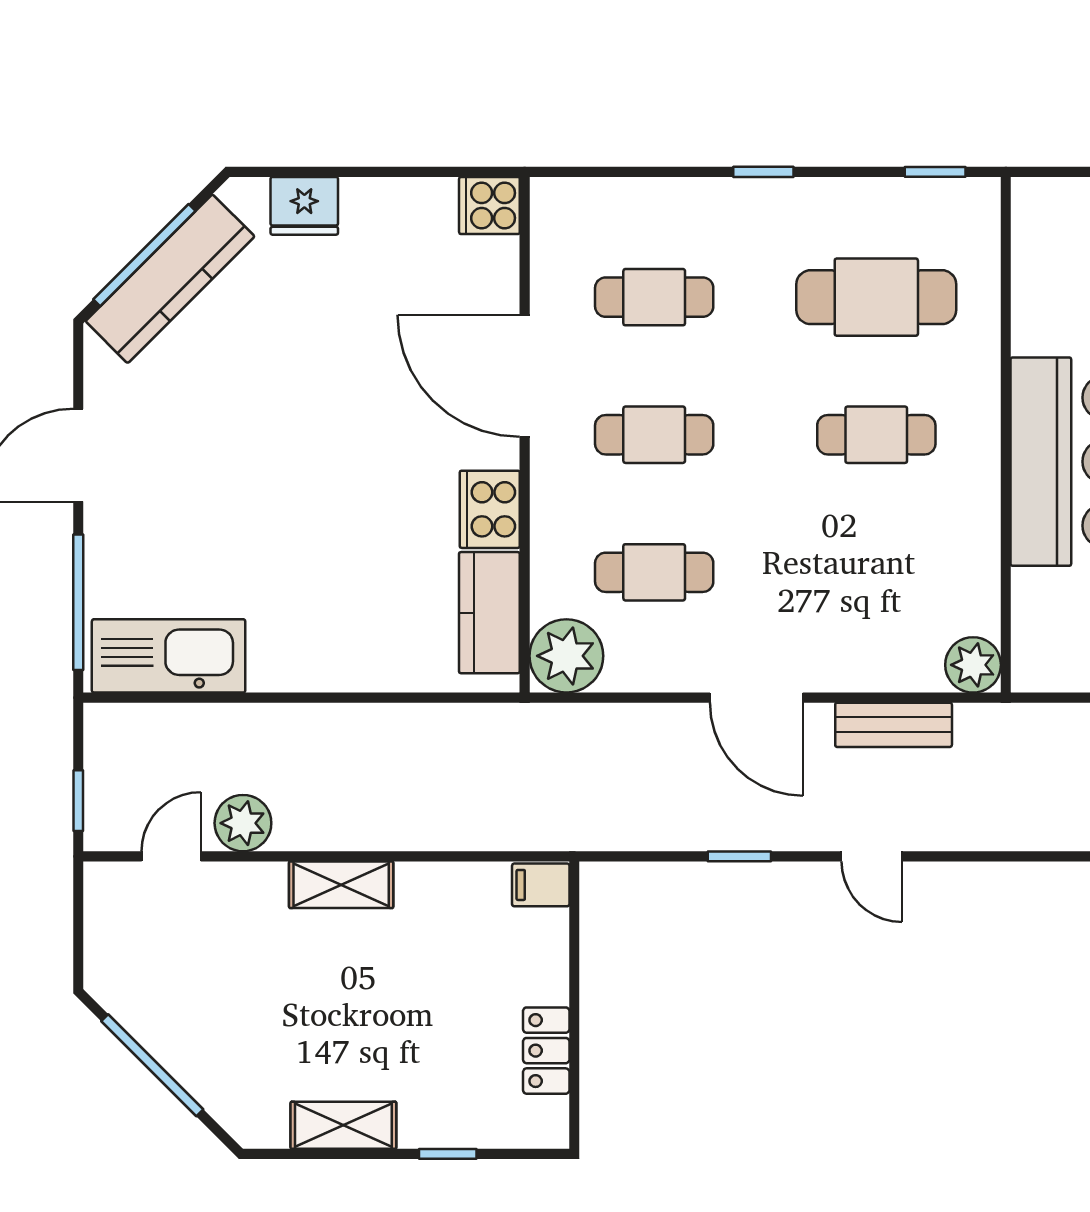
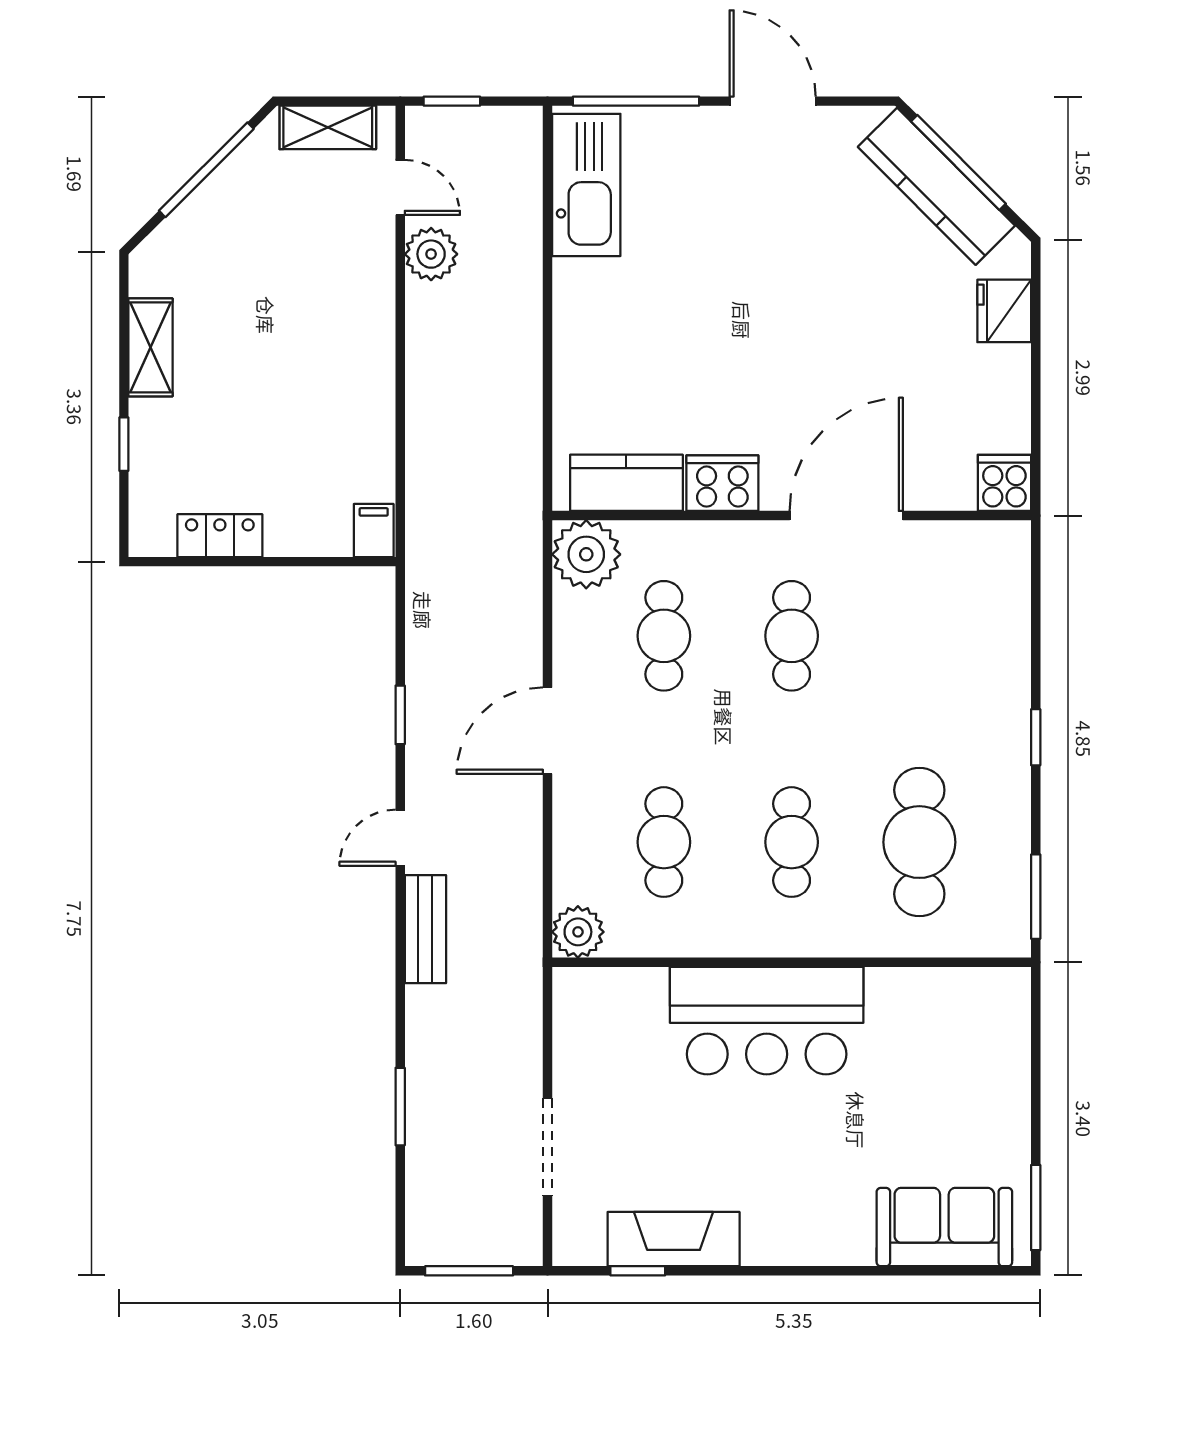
window: (935, 172) -> (1036, 897), width x1.50
cafe table: (654, 297) -> (664, 842), moved
bench: (894, 725) -> (425, 929), moved
shelving: (341, 885) -> (328, 127), moved, turned 90

